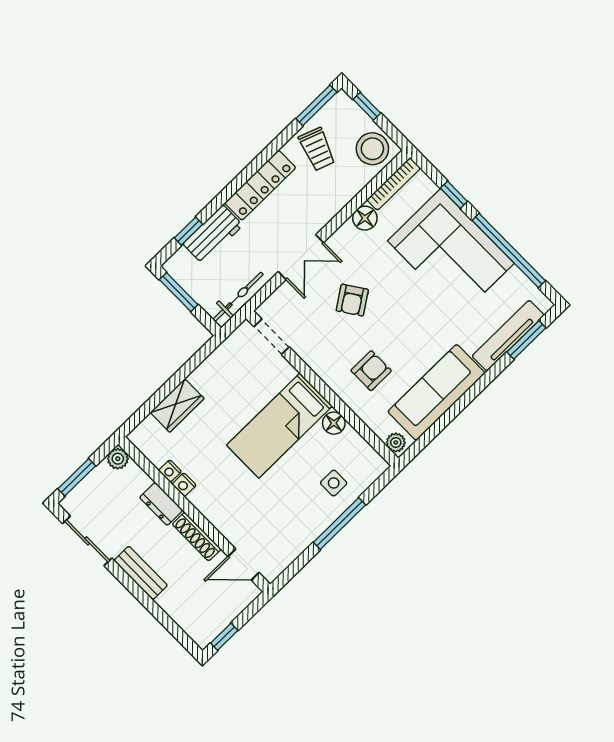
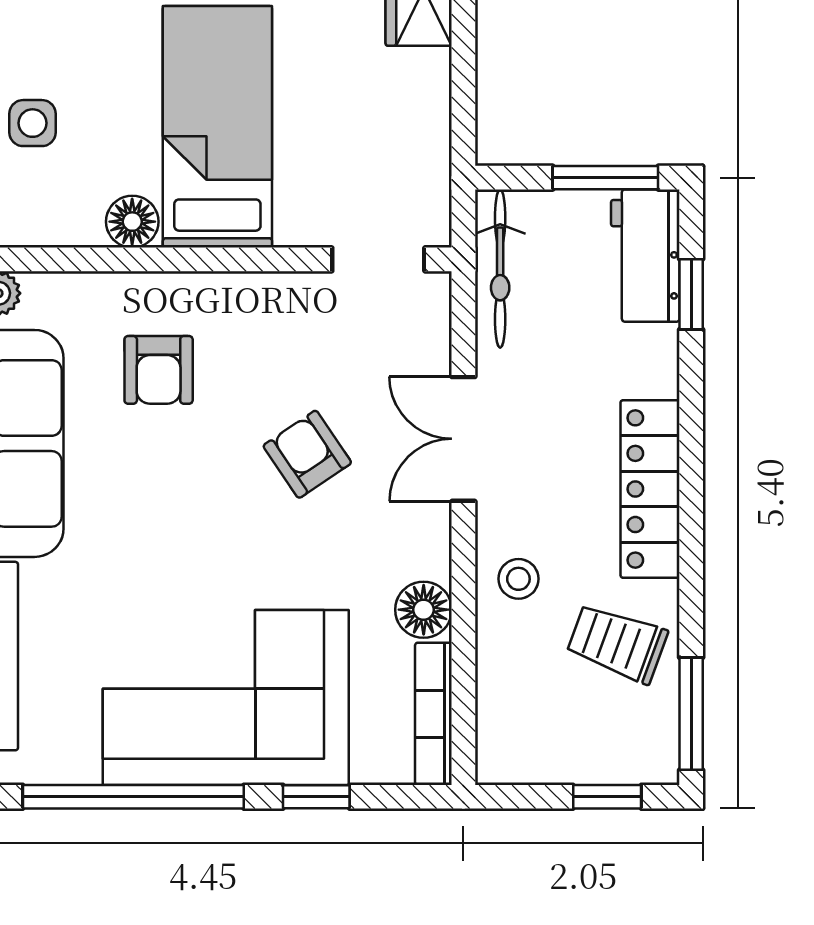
stool: (372, 149) -> (518, 579), moved, width x0.53, depth x0.53
workbench: (213, 235) -> (645, 256), moved

